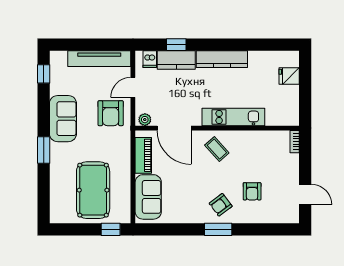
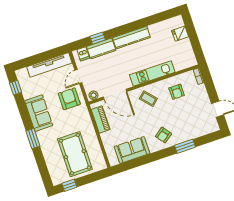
armchair: (111, 113) -> (69, 99), turned 180
armchair: (252, 191) -> (177, 92), moved
sofa: (148, 197) -> (132, 150), moved, turned -90
window: (111, 229) -> (69, 185), moved
window: (218, 229) -> (185, 146), moved

